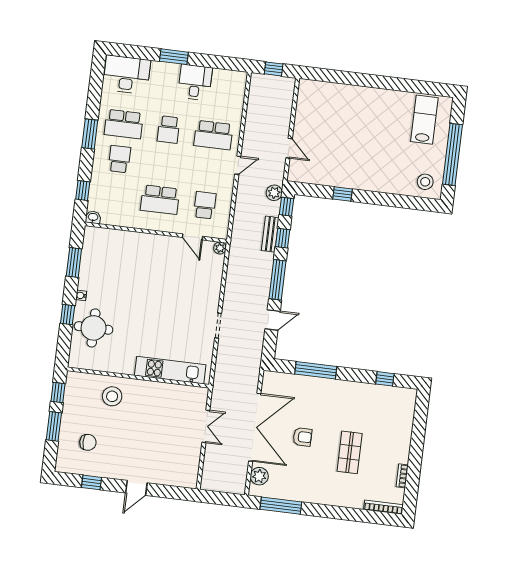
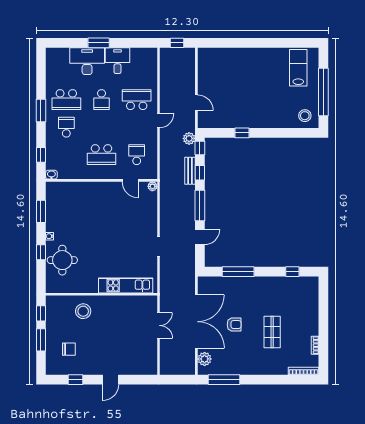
desk: (127, 75) -> (87, 61), moved
school desk: (213, 135) -> (137, 100), turned 180

